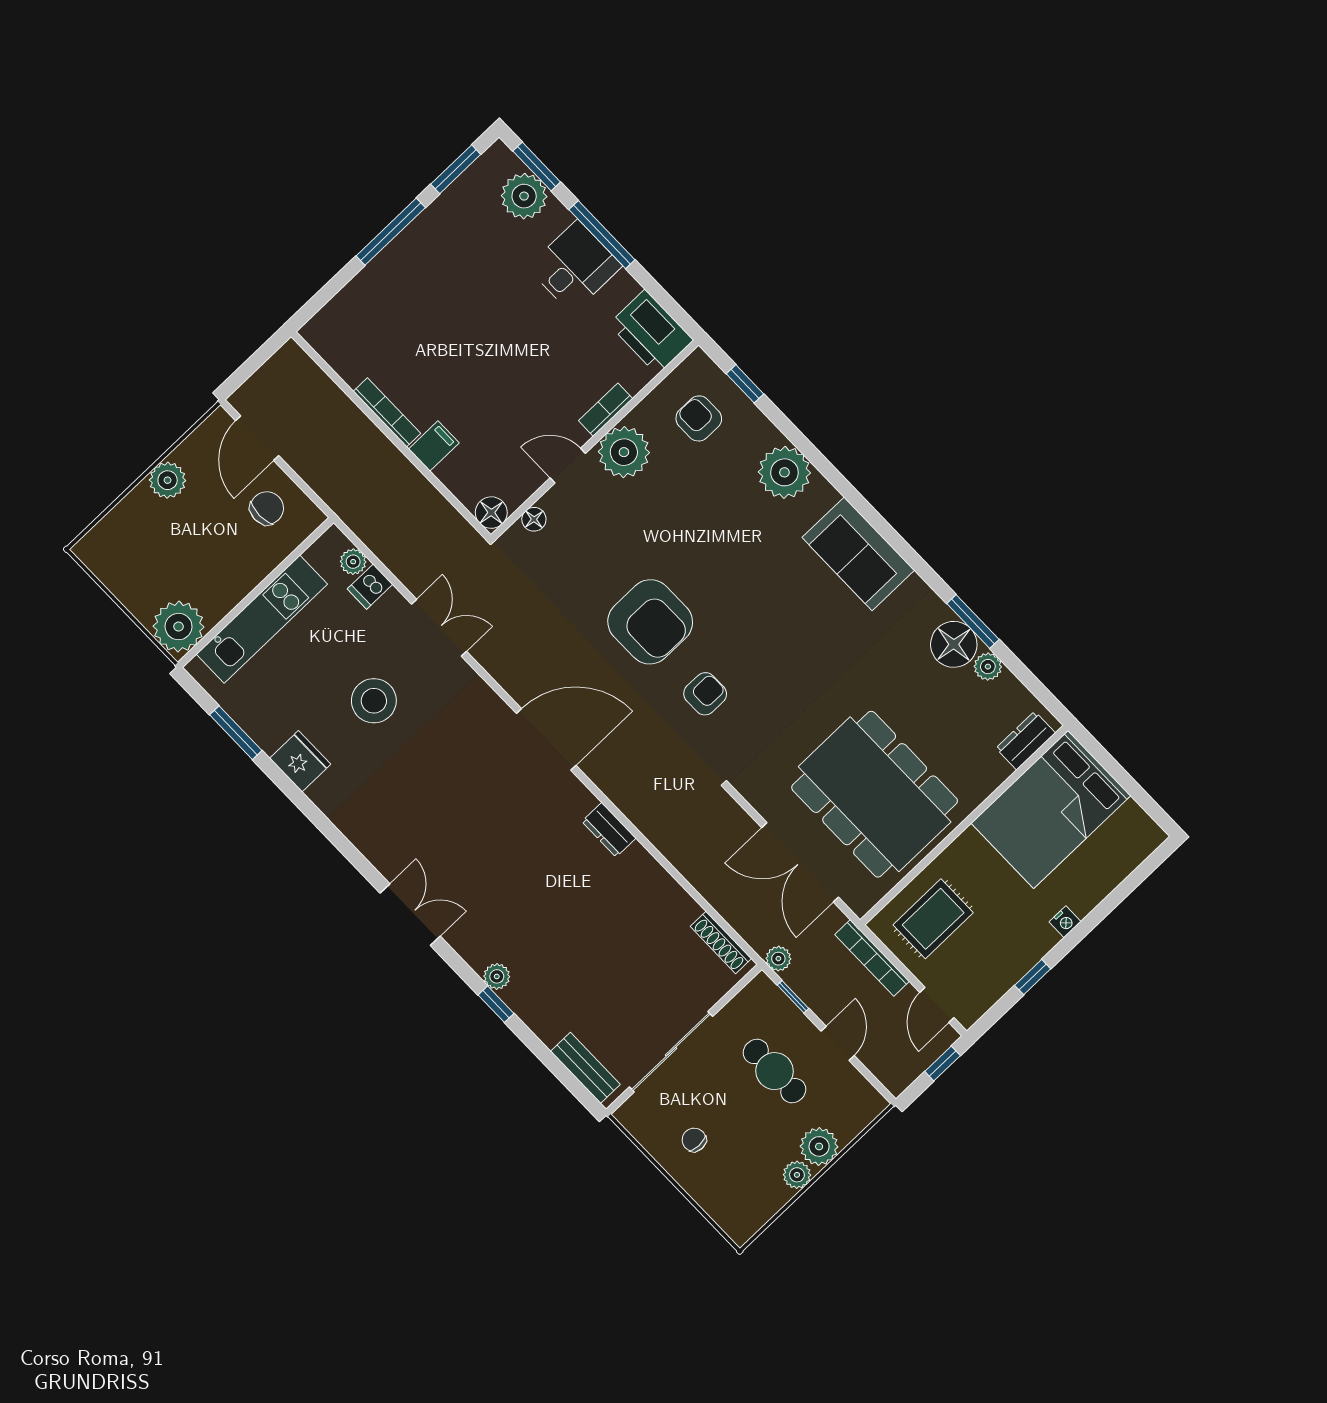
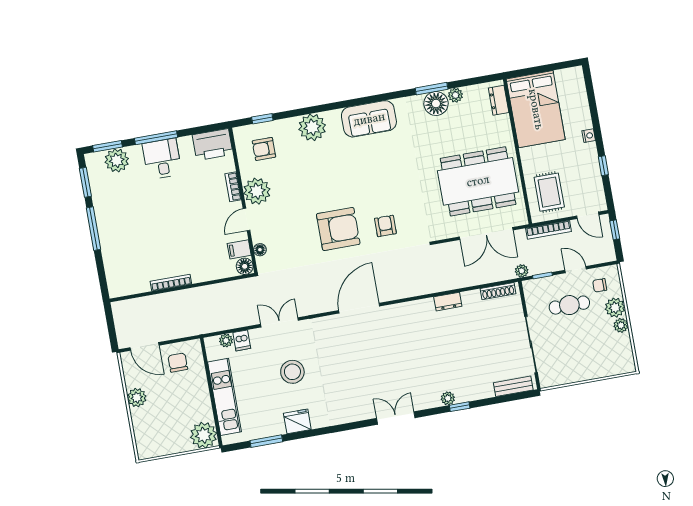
filing cabinet: (434, 446) -> (239, 249), moved, turned -90
dresser: (609, 830) -> (448, 302), moved
chair: (694, 1140) -> (600, 285), moved

